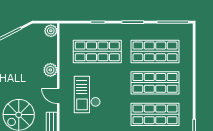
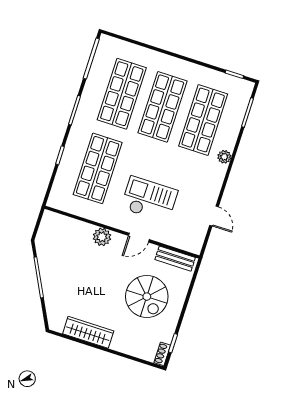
plant: (51, 31) -> (51, 220), removed
checkout: (87, 95) -> (149, 199), turned 180

